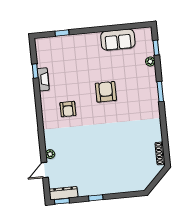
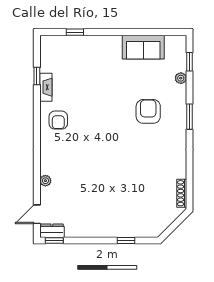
armchair: (106, 92) -> (148, 111), moved
armchair: (68, 109) -> (58, 120), moved
door: (45, 170) -> (37, 214), moved
dresser: (63, 193) -> (52, 231), width x0.70
window: (96, 198) -> (126, 240), moved

